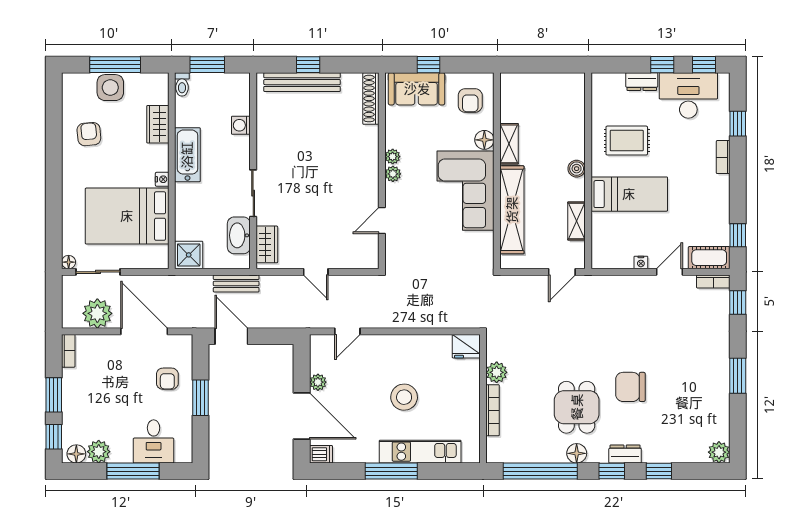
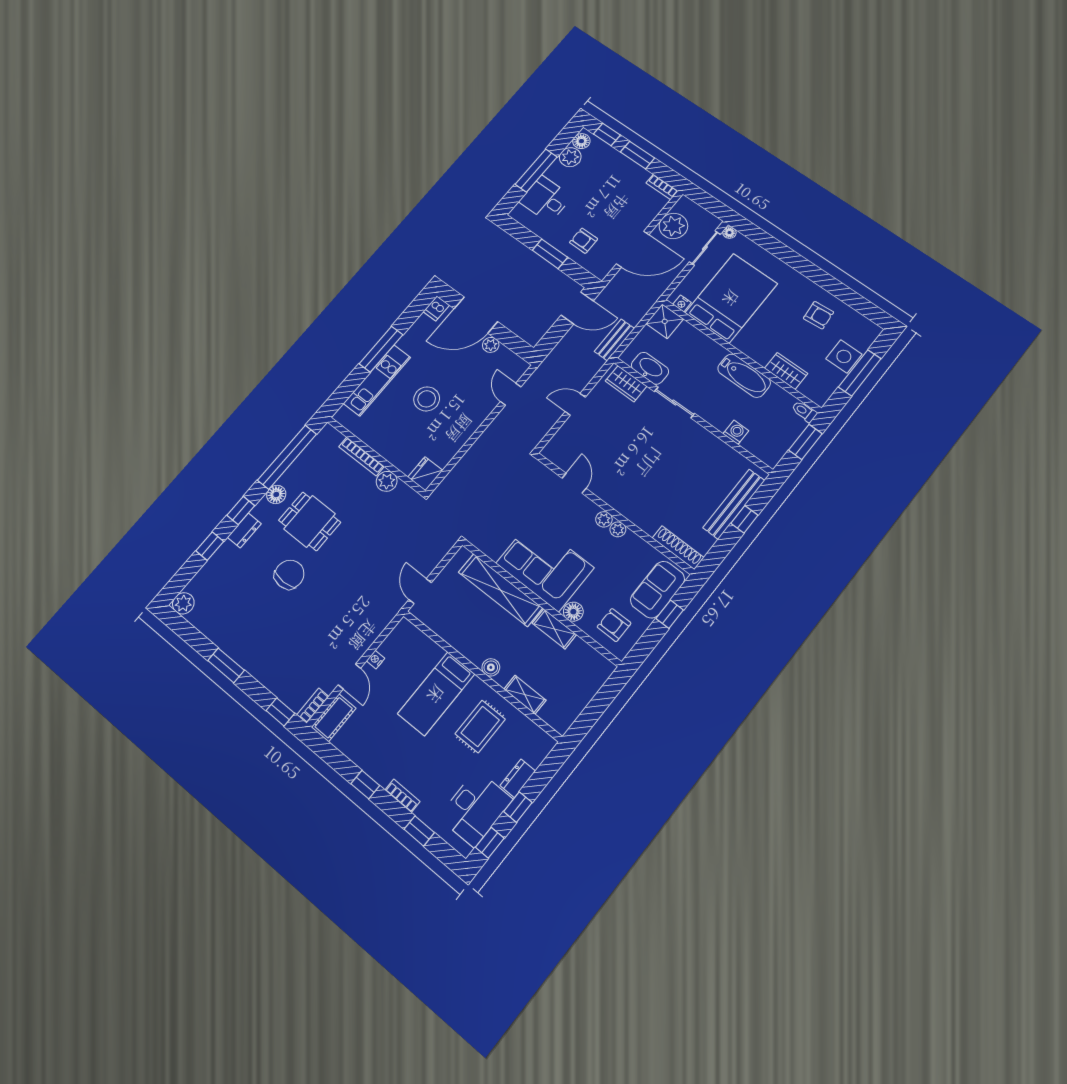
nightstand: (162, 179) -> (682, 303), moved
shelving: (576, 221) -> (525, 695), moved
window: (738, 235) -> (365, 785), moved

